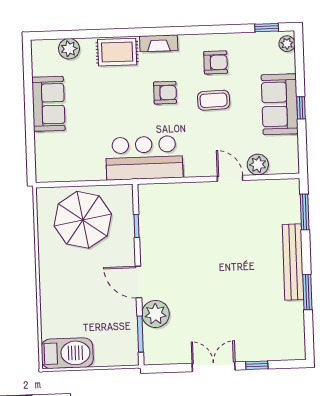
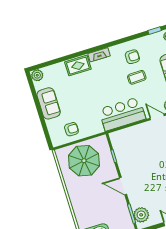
plant: (69, 49) -> (37, 75), moved
armchair: (165, 93) -> (71, 129), moved
bar counter: (144, 158) -> (122, 114), moved
plant: (156, 314) -> (141, 215), moved

